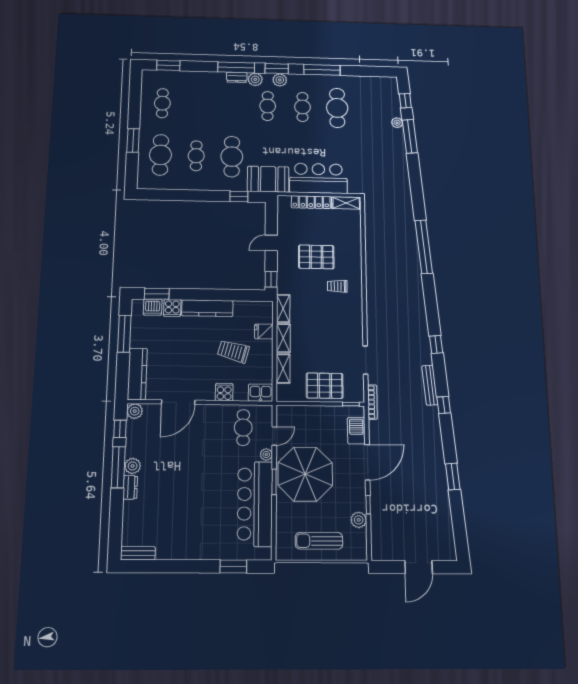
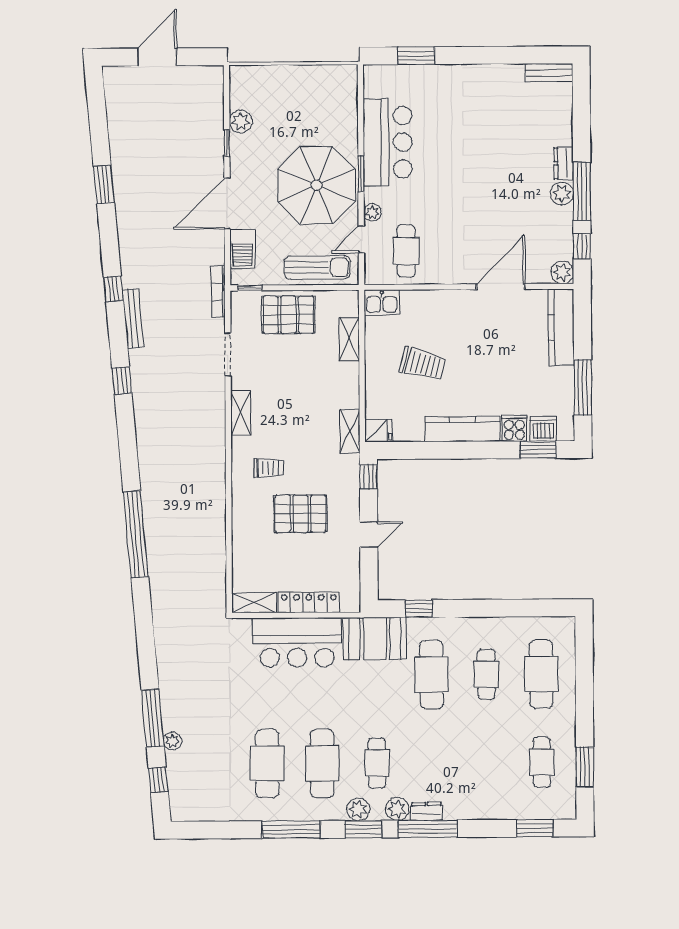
cafe table: (302, 107) -> (322, 763), width x1.37, depth x1.35
window: (133, 140) -> (585, 767), moved
fridge: (264, 332) -> (378, 431), moved
shelving: (283, 338) -> (241, 413), moved
cooker: (224, 392) -> (435, 303), removed
bar counter: (255, 504) -> (388, 142), width x0.73
sun lounger: (319, 541) -> (317, 267), moved

